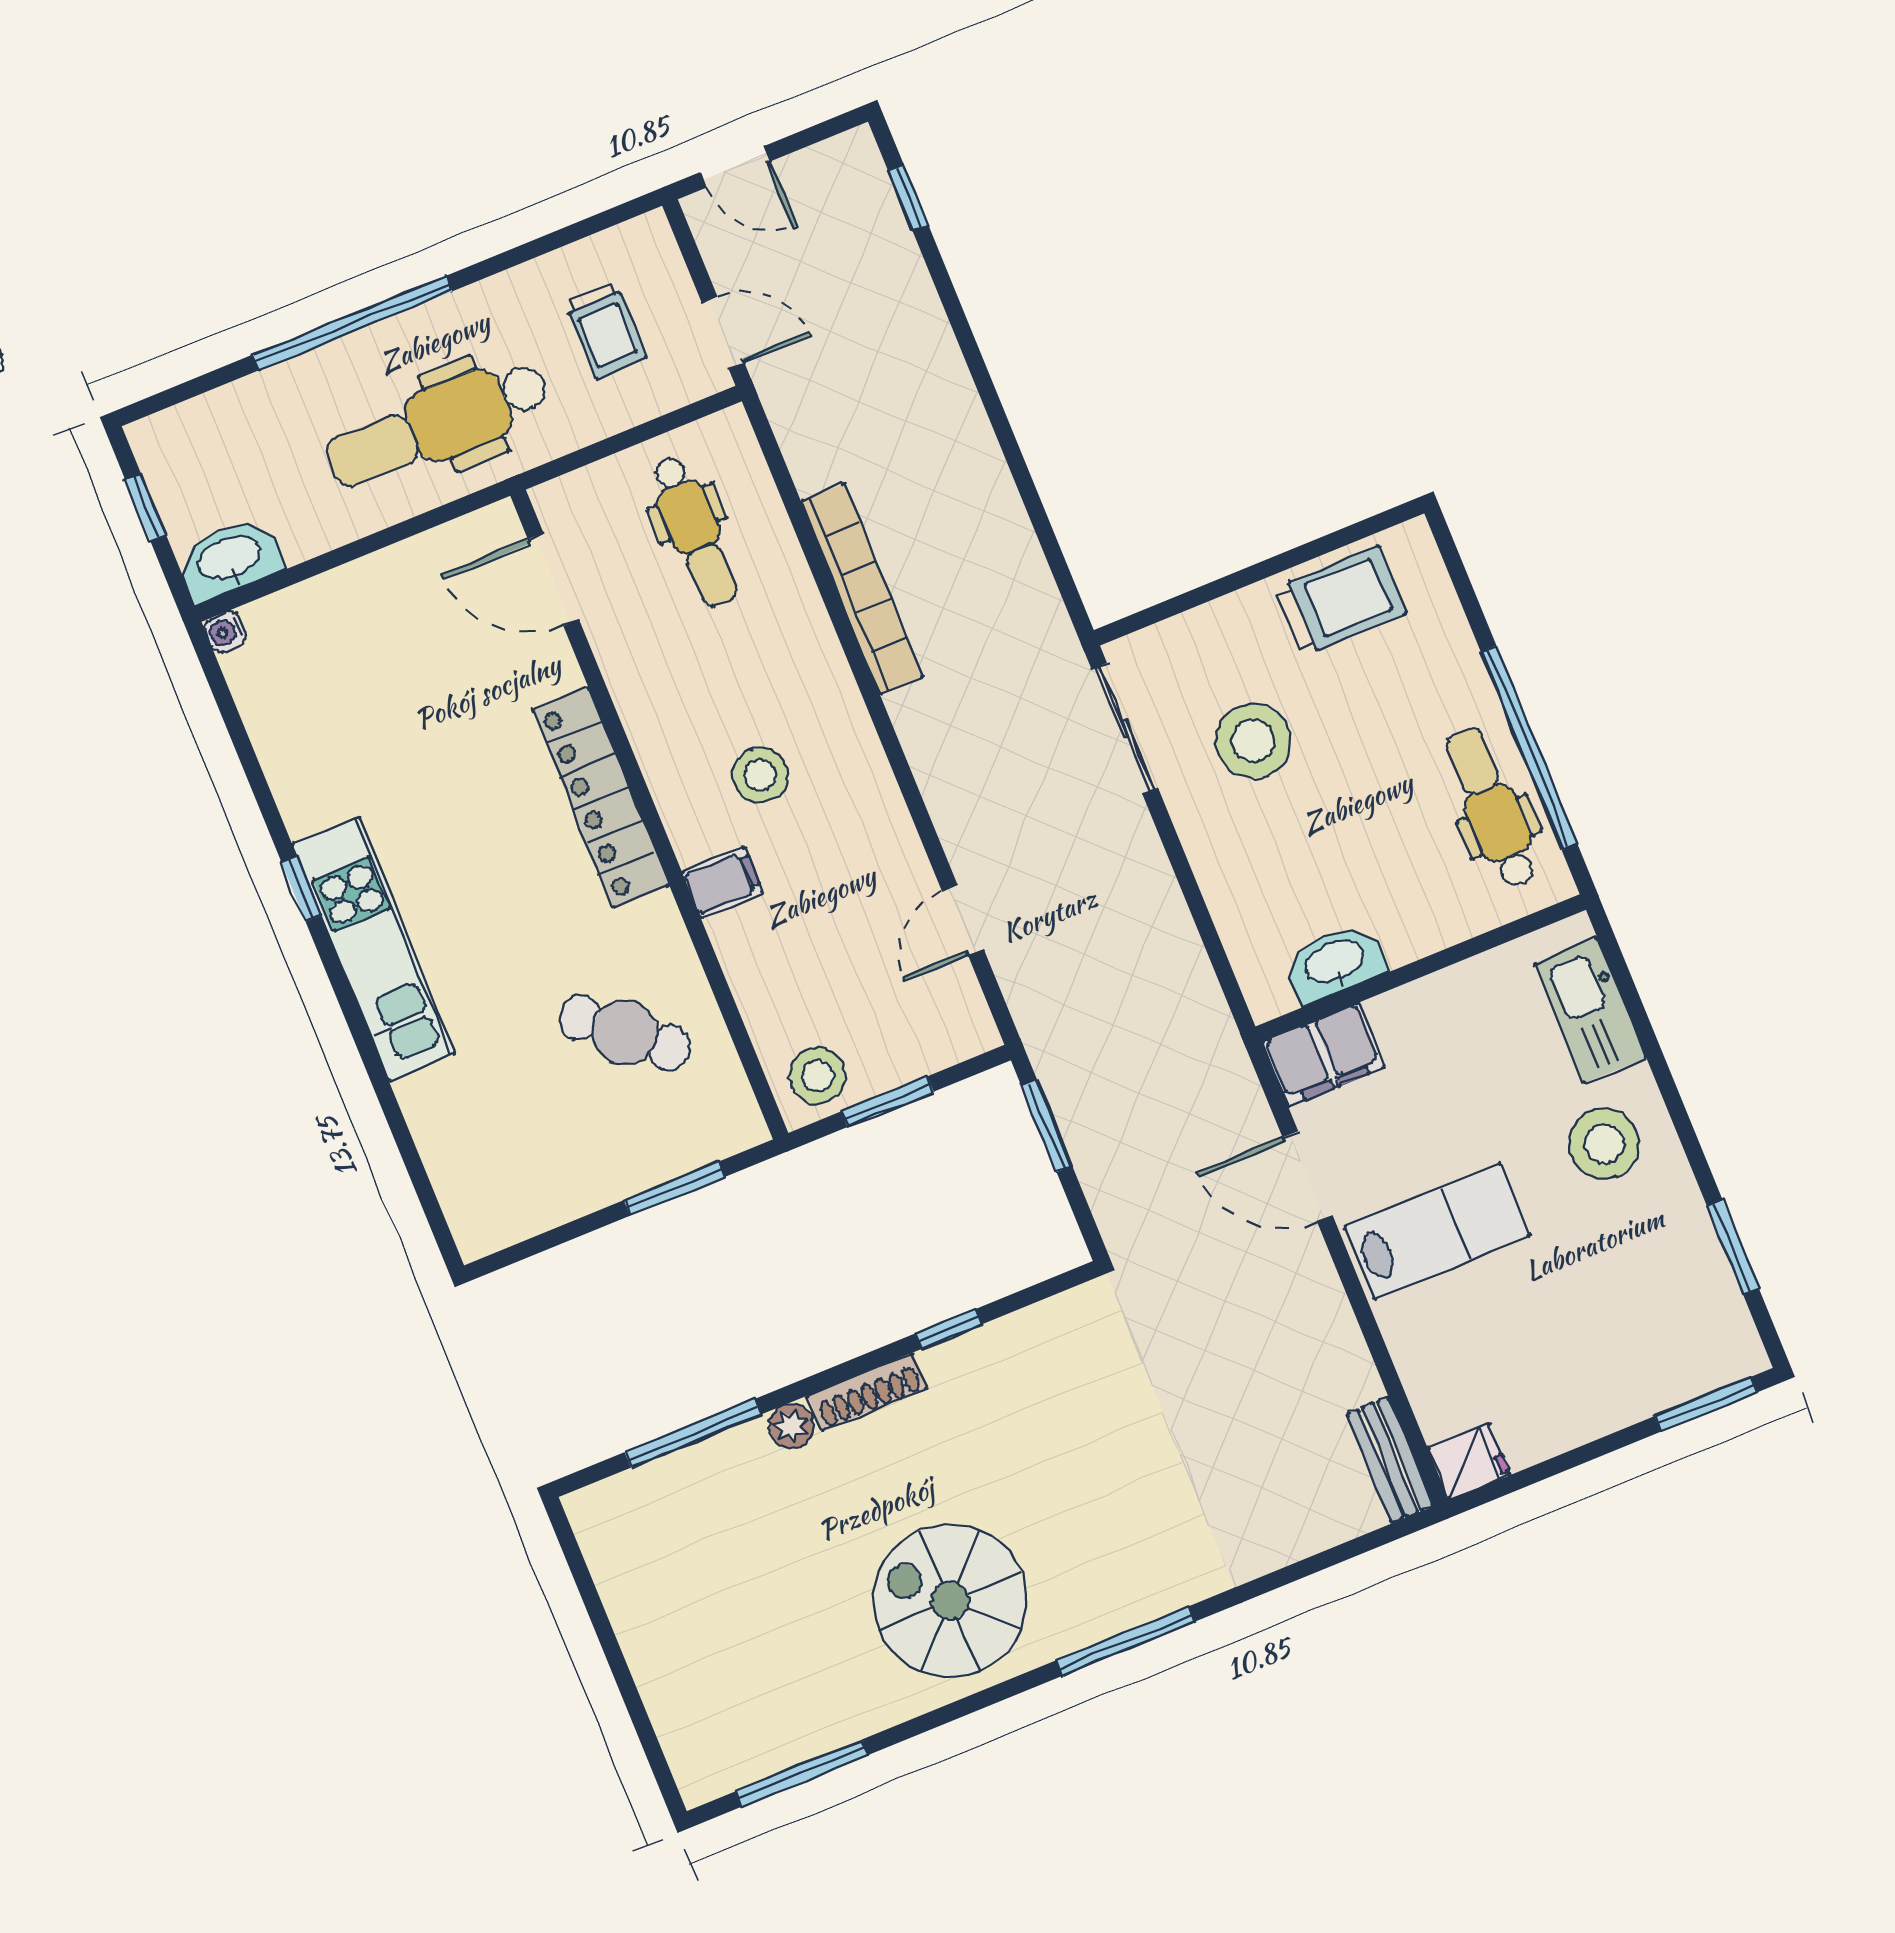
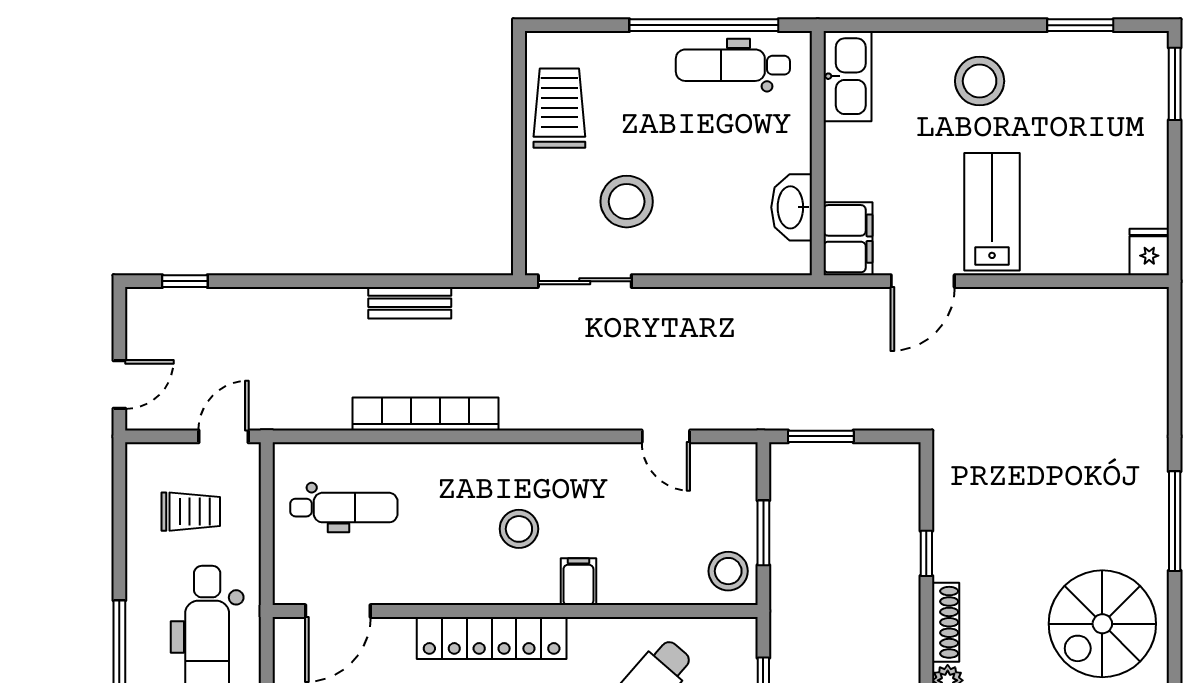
kitchen sink: (1590, 1011) -> (847, 76), moved, turned -90
bench: (1390, 1460) -> (410, 303), moved

